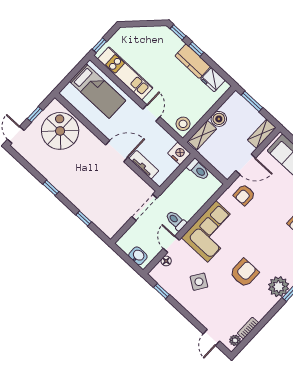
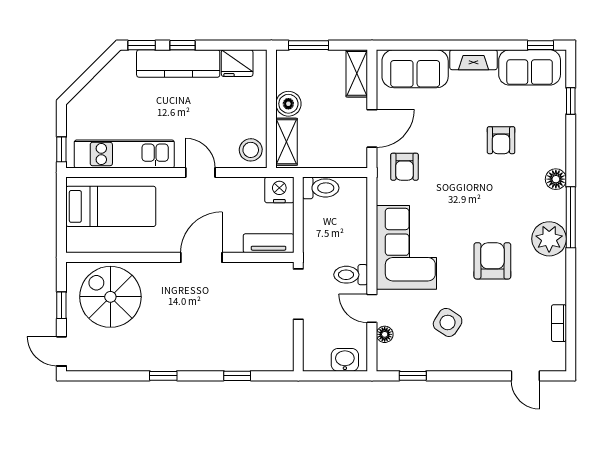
kitchen counter: (193, 61) -> (178, 63), width x1.50
tv unit: (144, 165) -> (269, 243), moved
plant: (235, 340) -> (557, 353), removed

